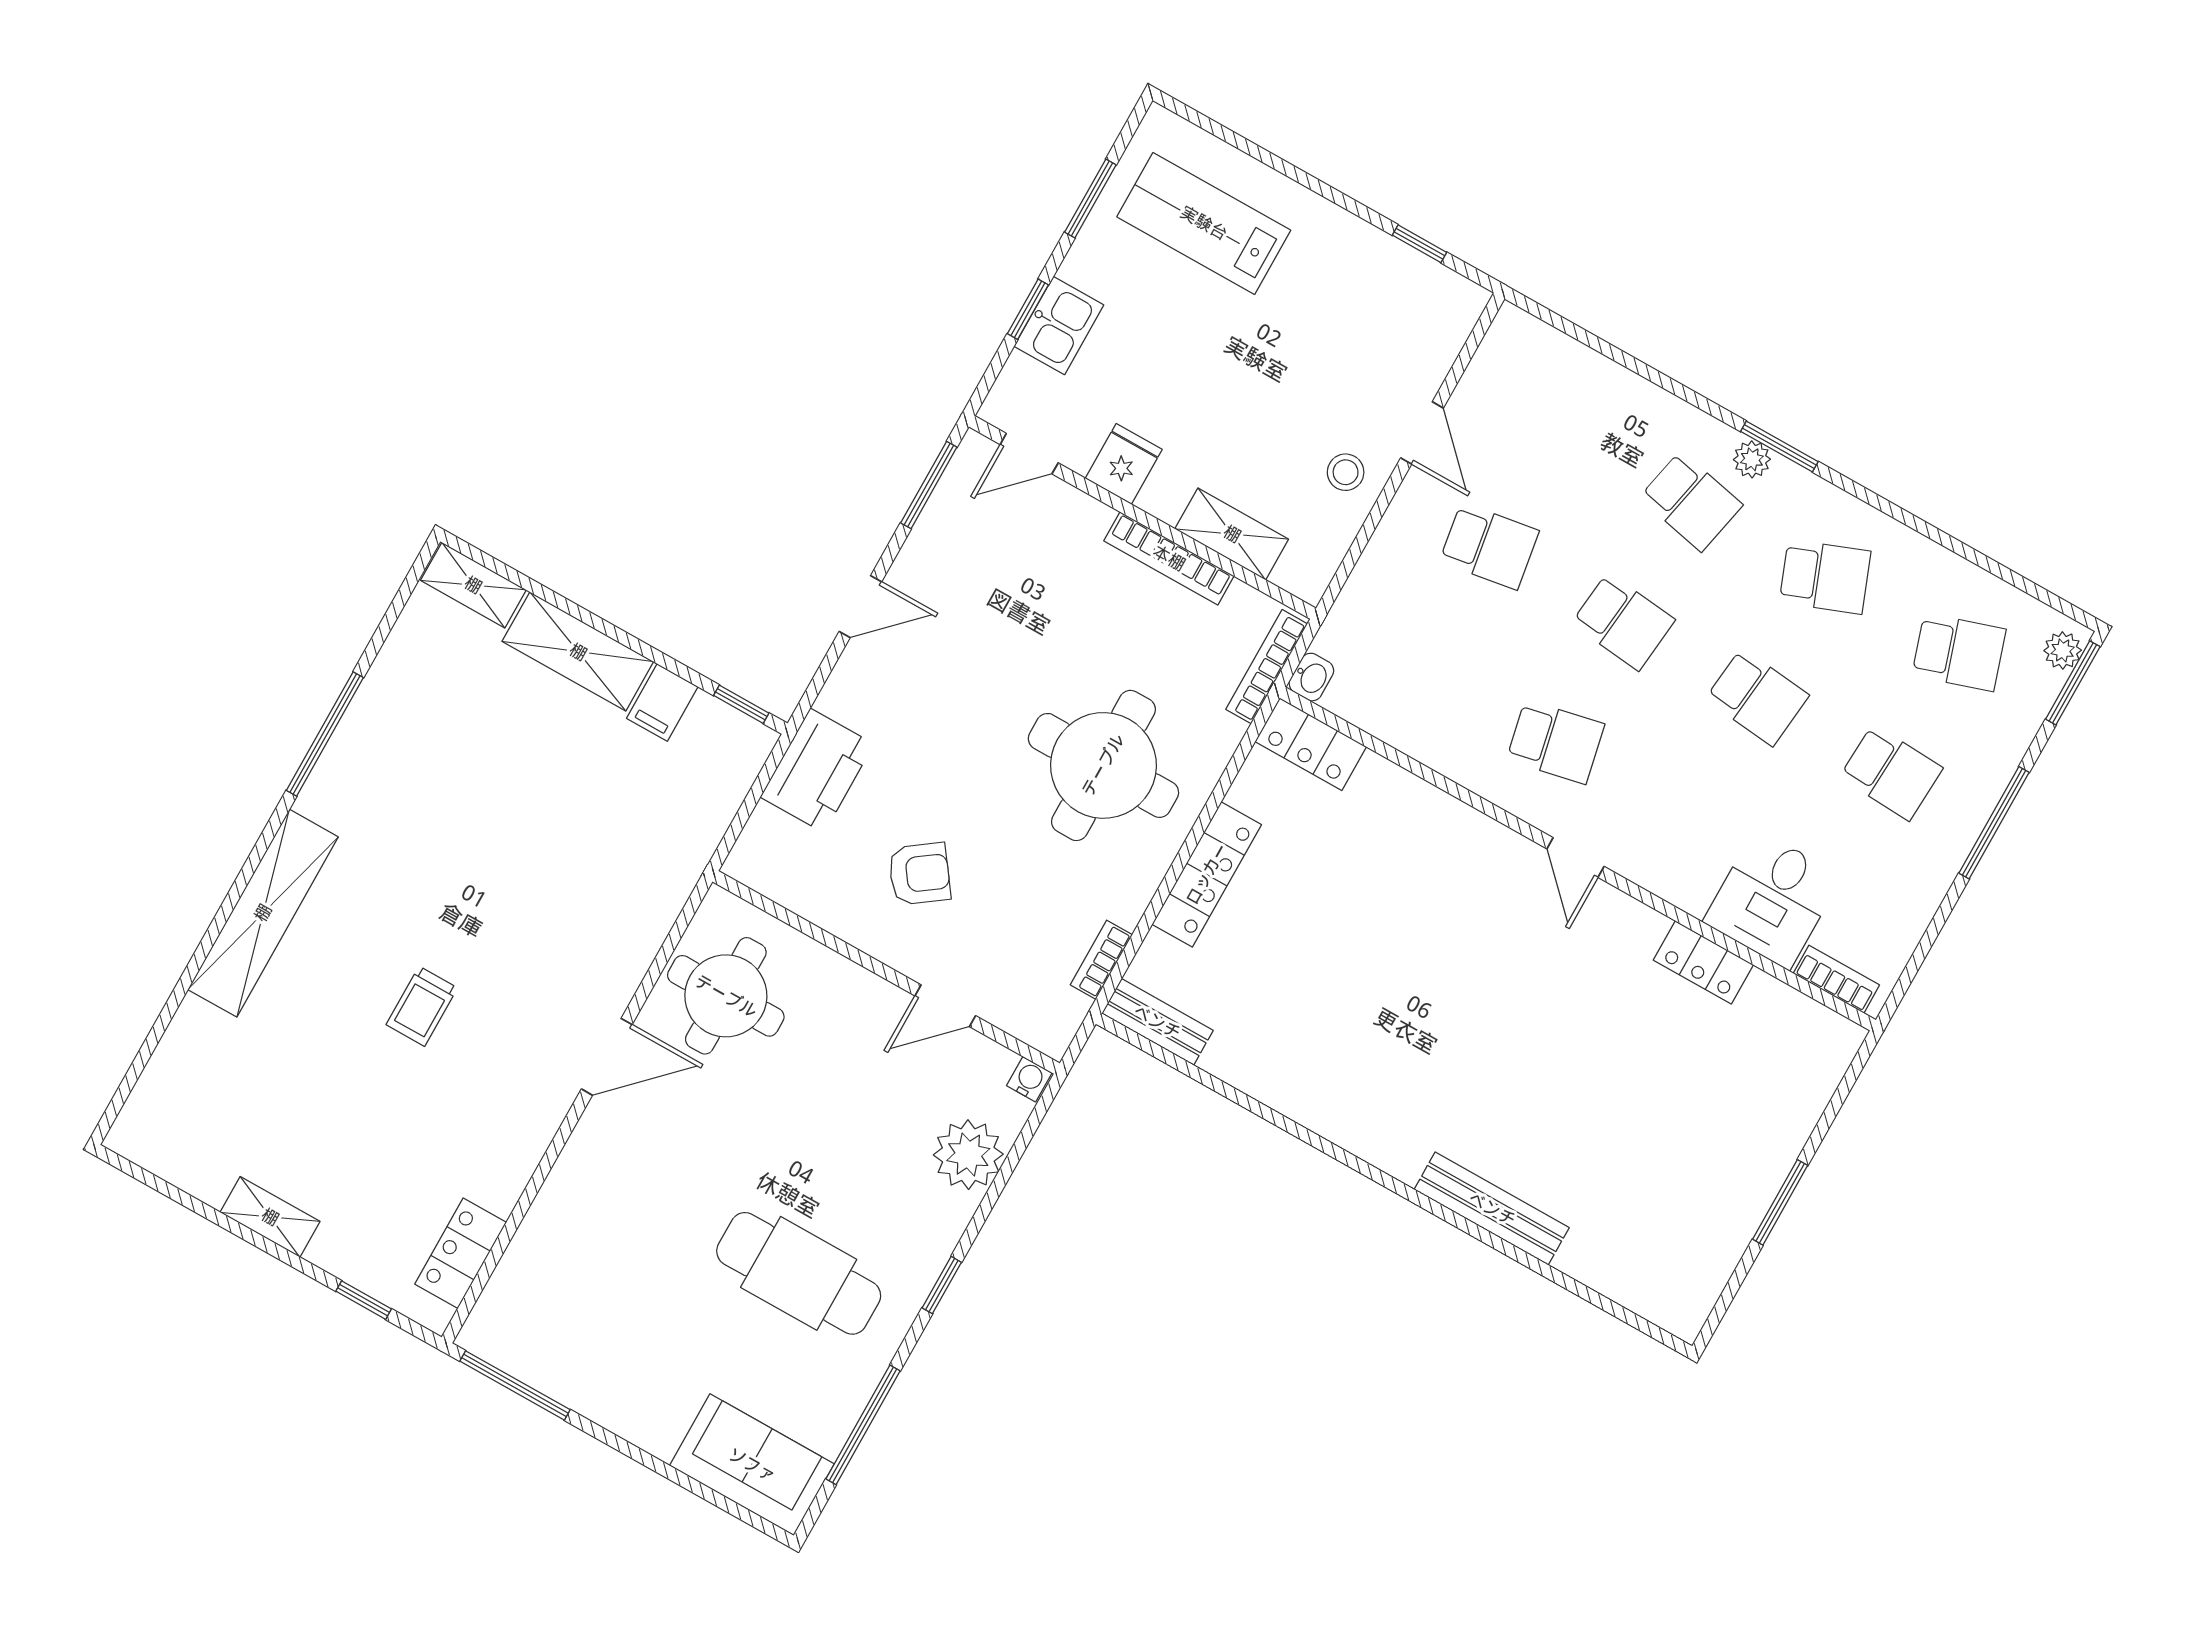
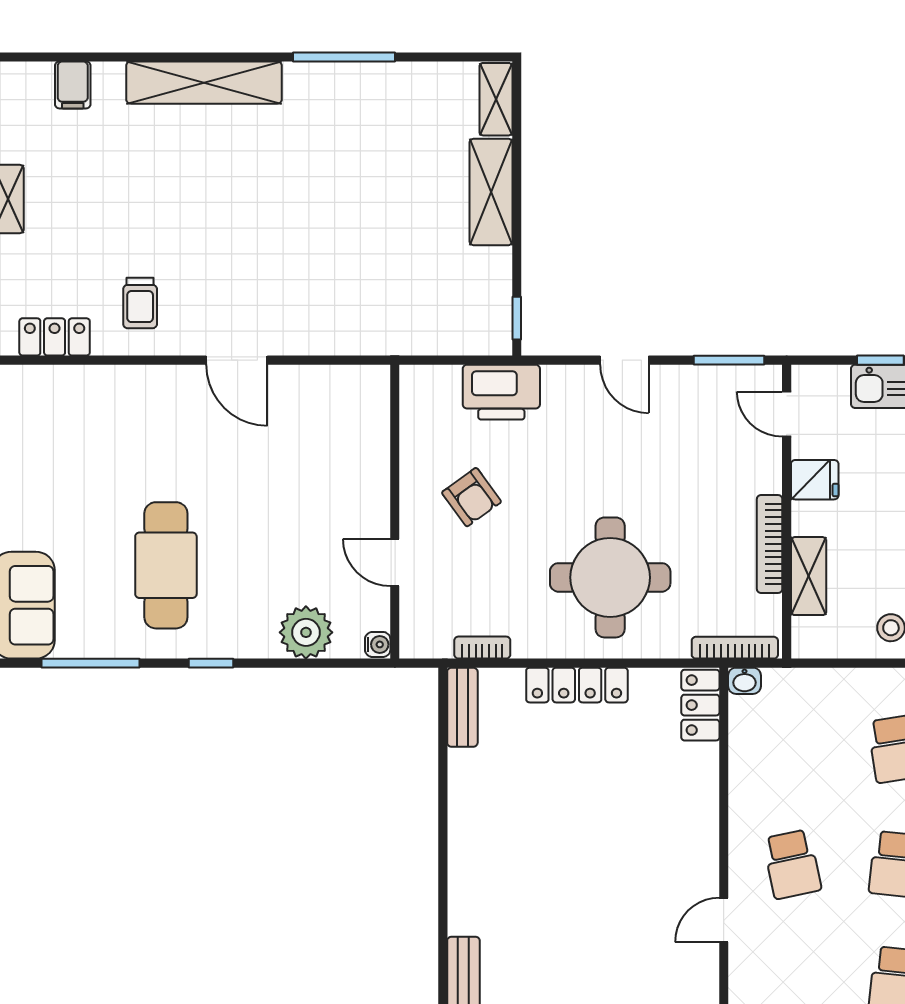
filing cabinet: (662, 703) -> (73, 85), moved, turned -90
round table: (726, 996) -> (320, 415), removed
trolley: (422, 1006) -> (140, 303), moved, turned -90

